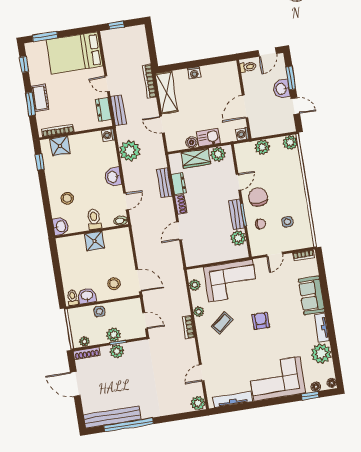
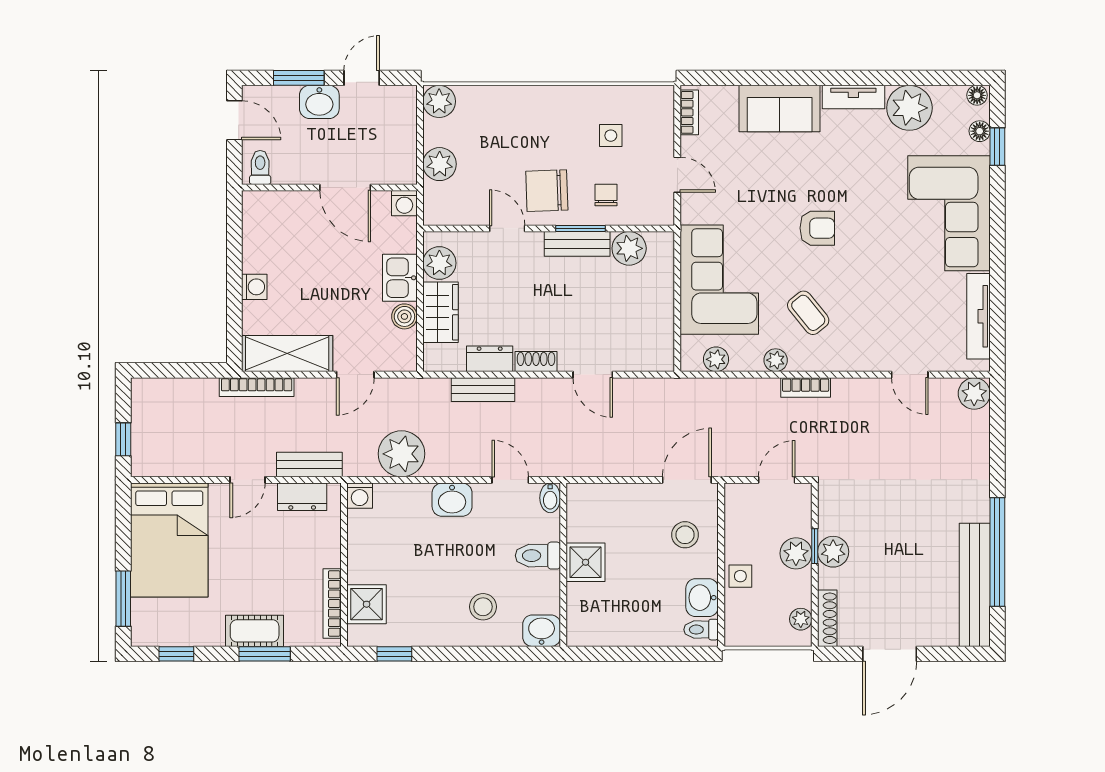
armchair: (261, 321) -> (817, 228), turned 180

